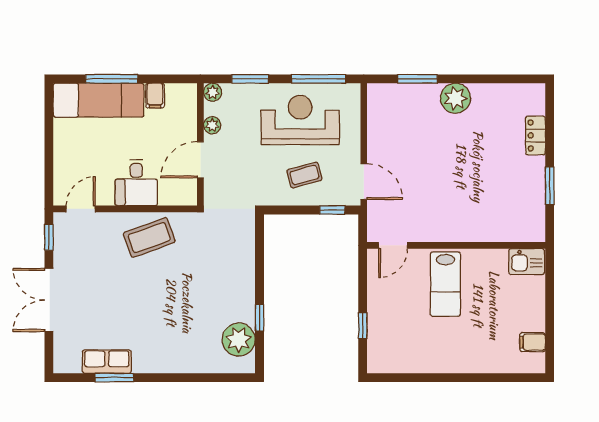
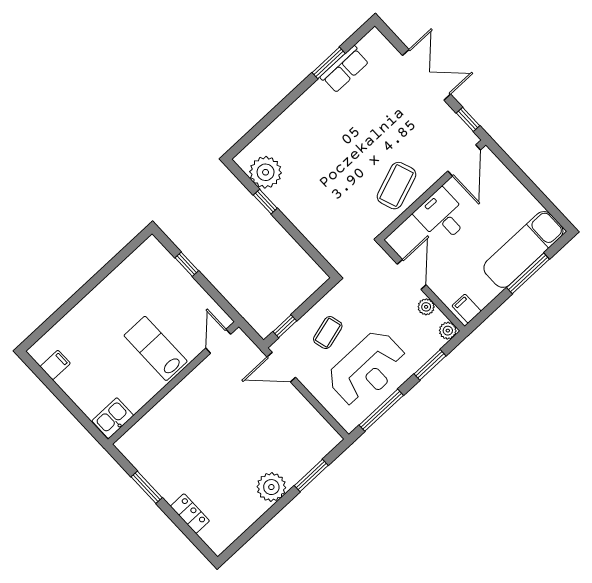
filing cabinet: (155, 96) -> (466, 309), moved
door: (81, 209) -> (464, 160), width x1.38

